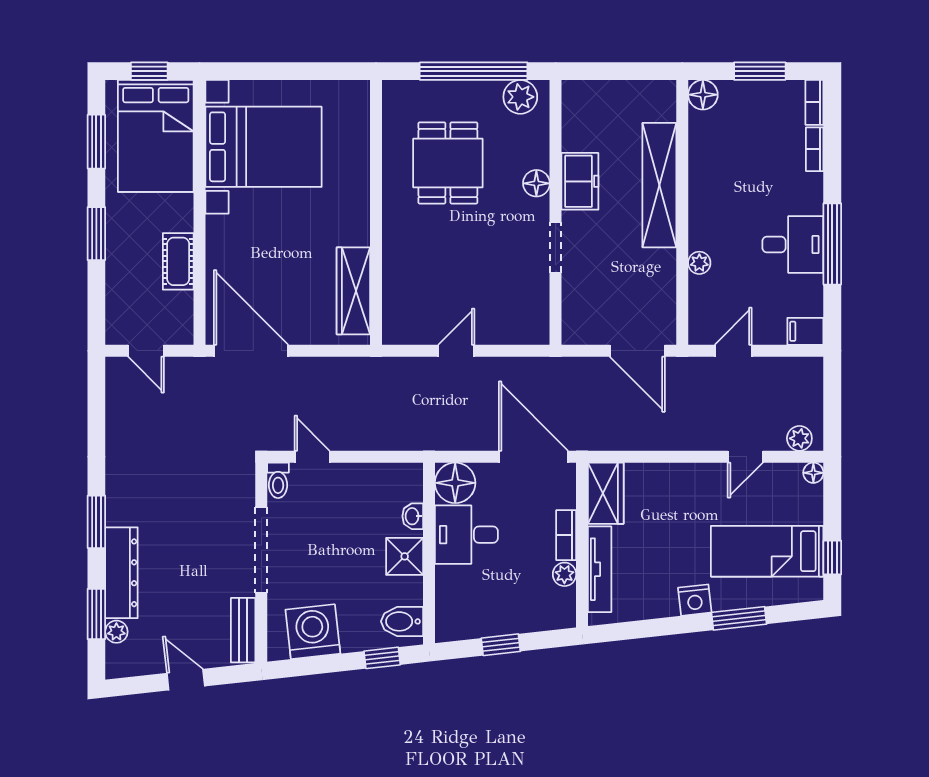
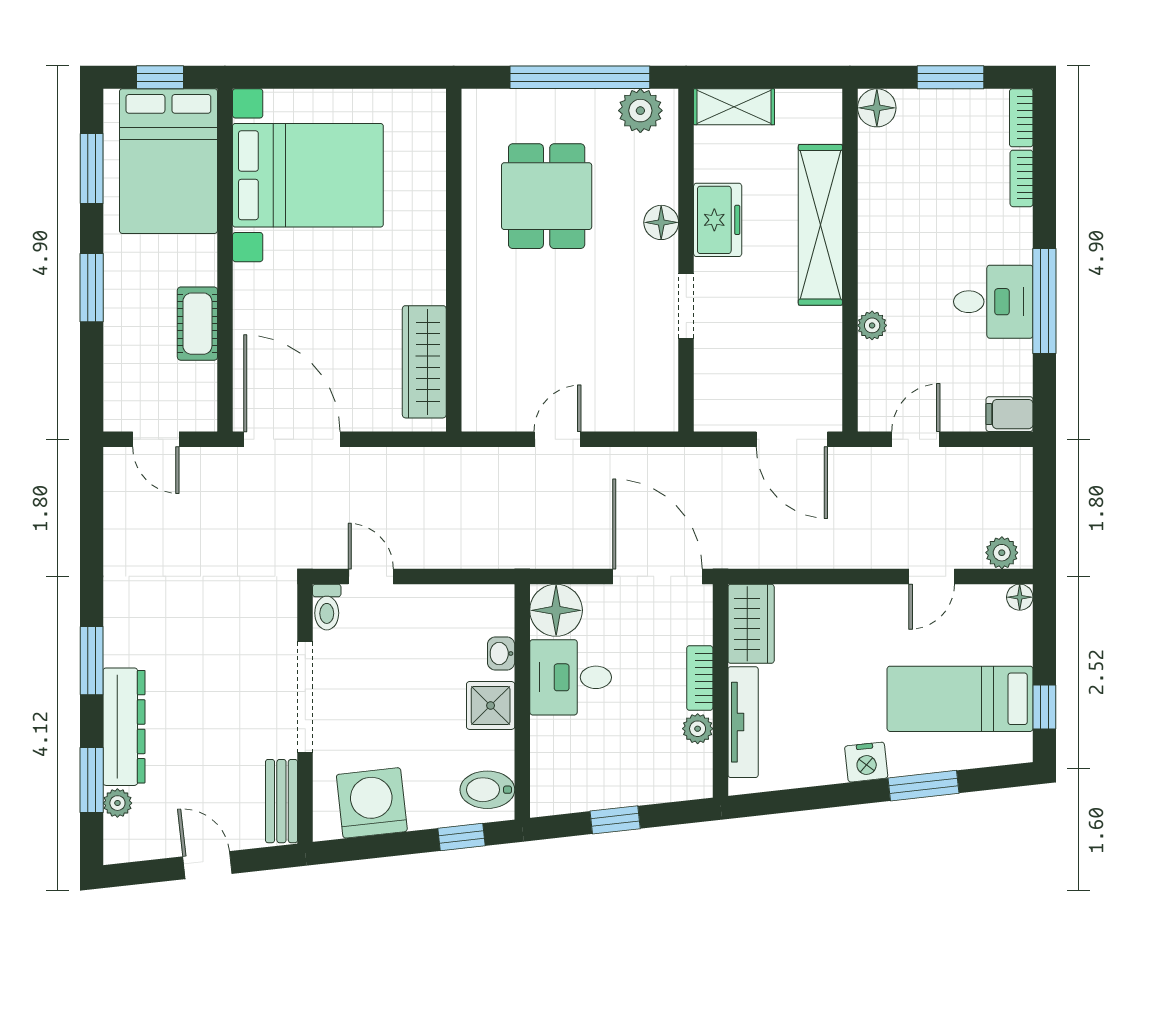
shelving: (593, 94) -> (734, 107), added

